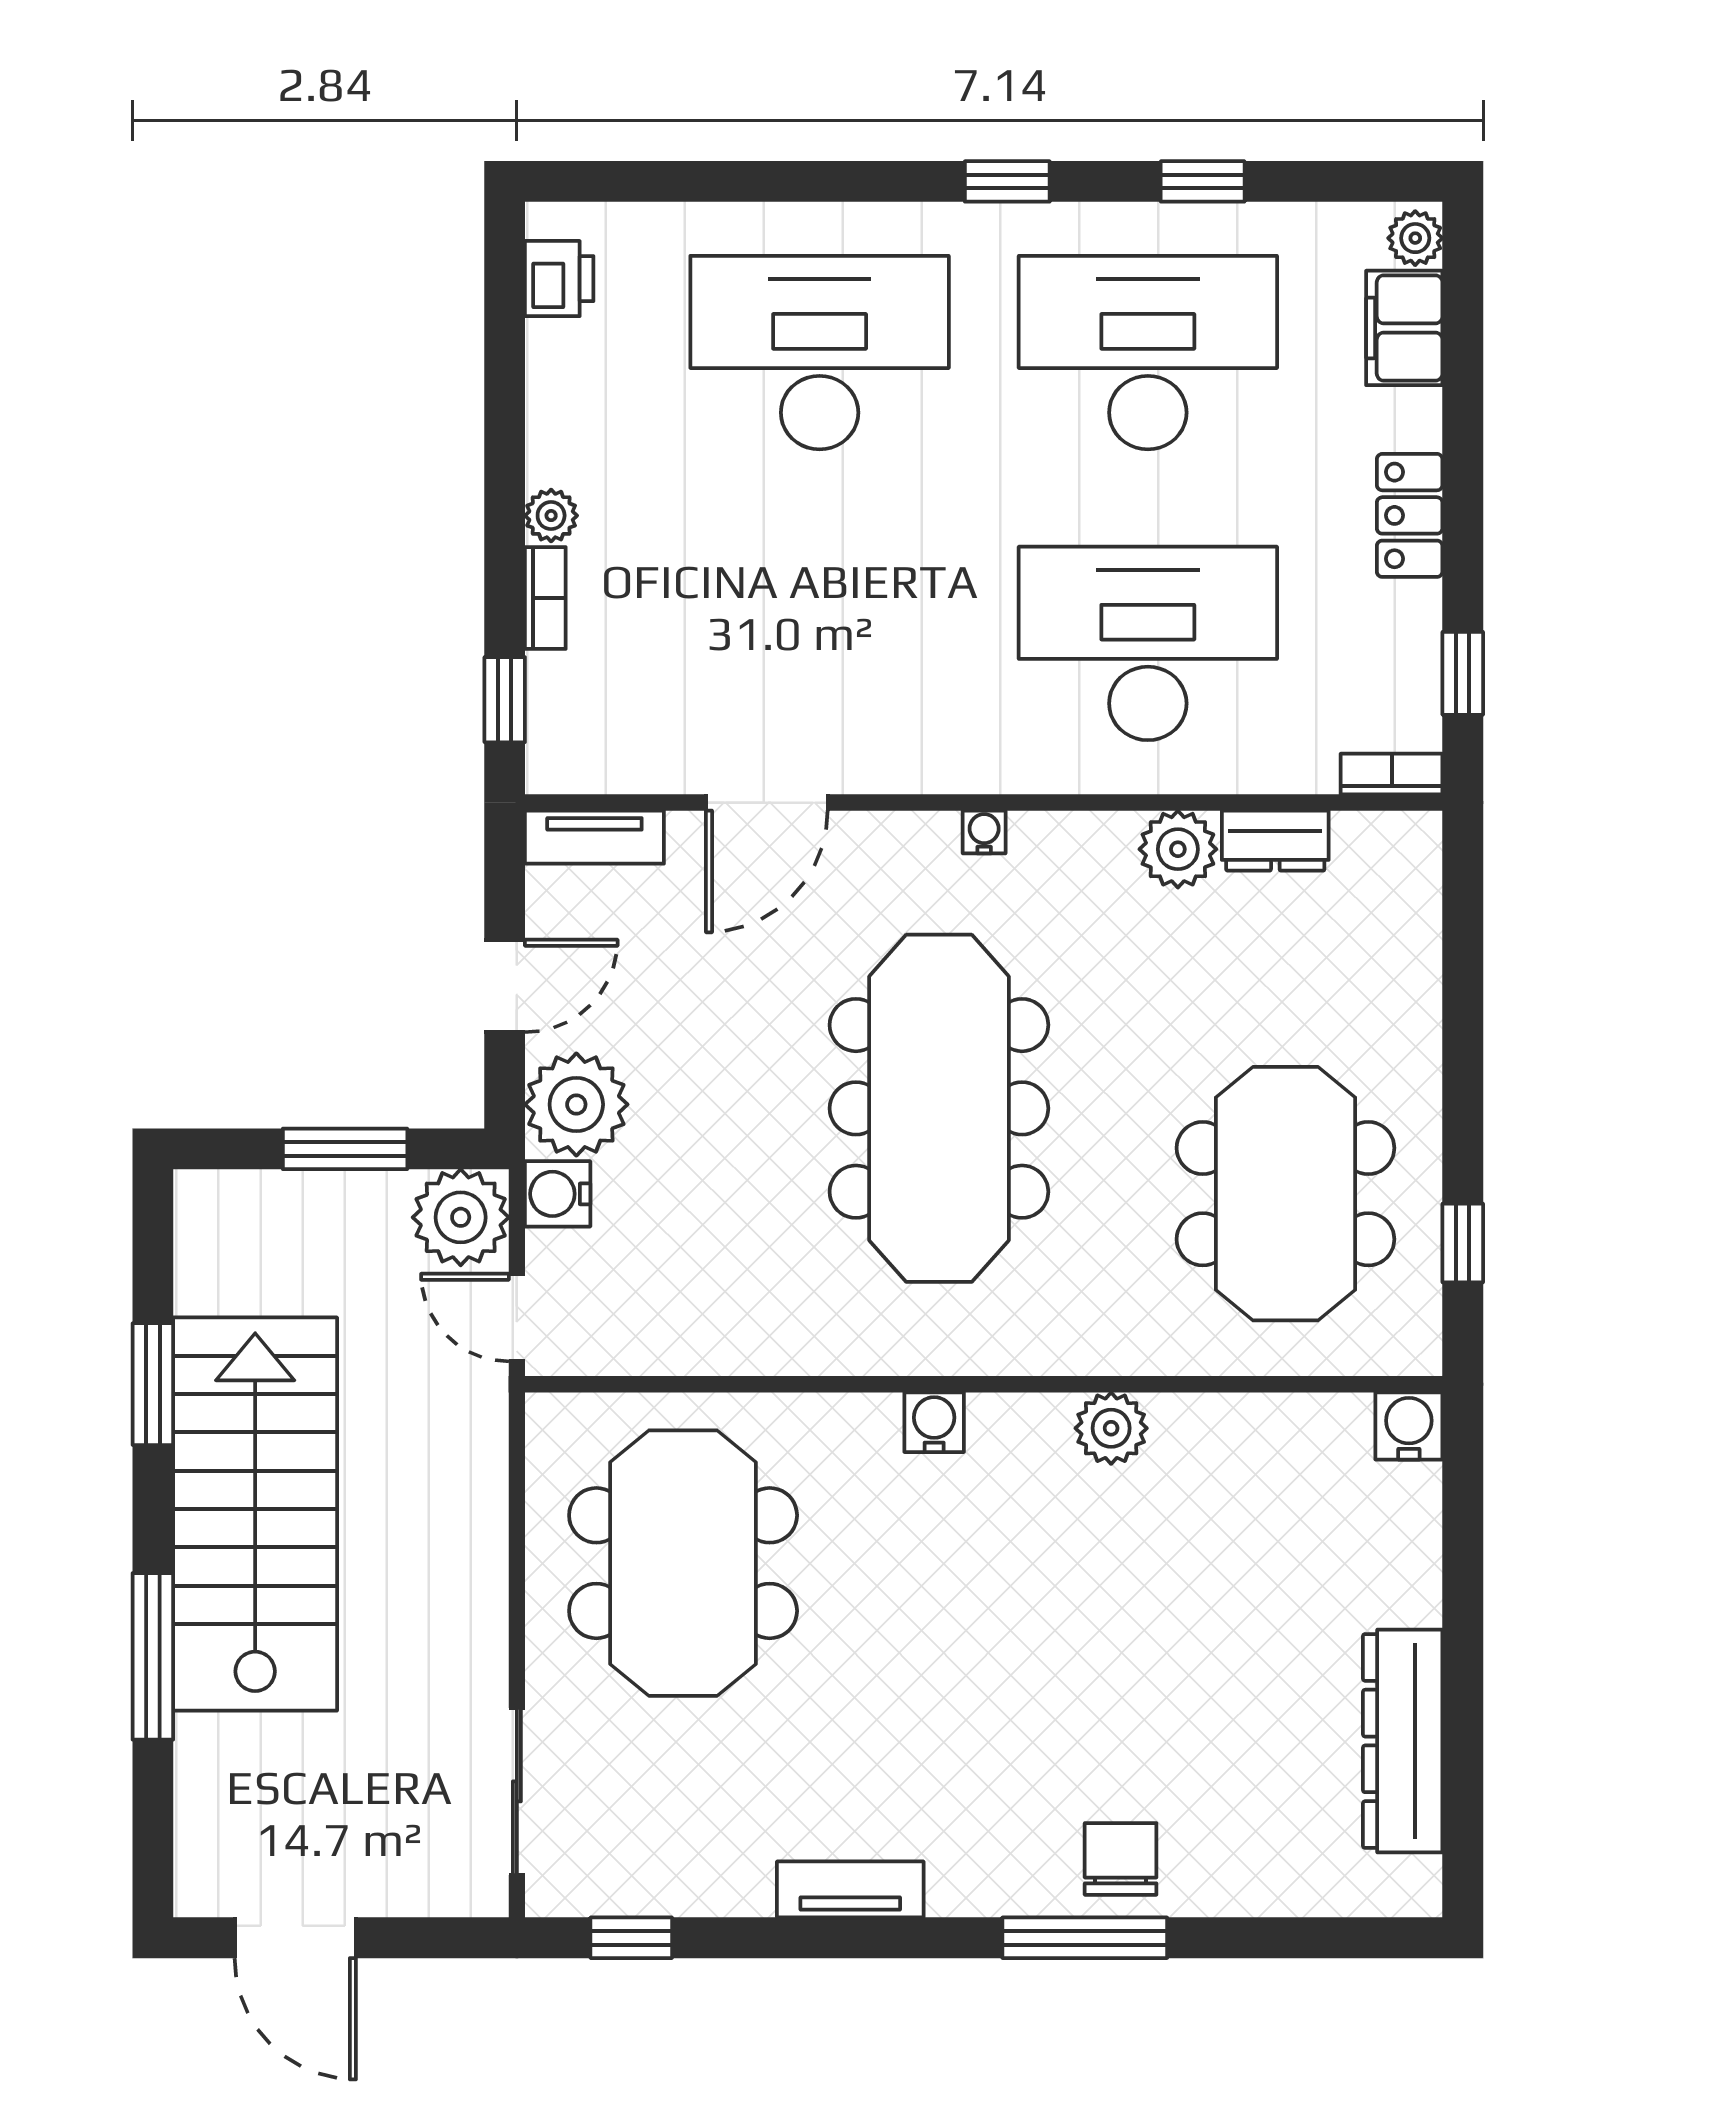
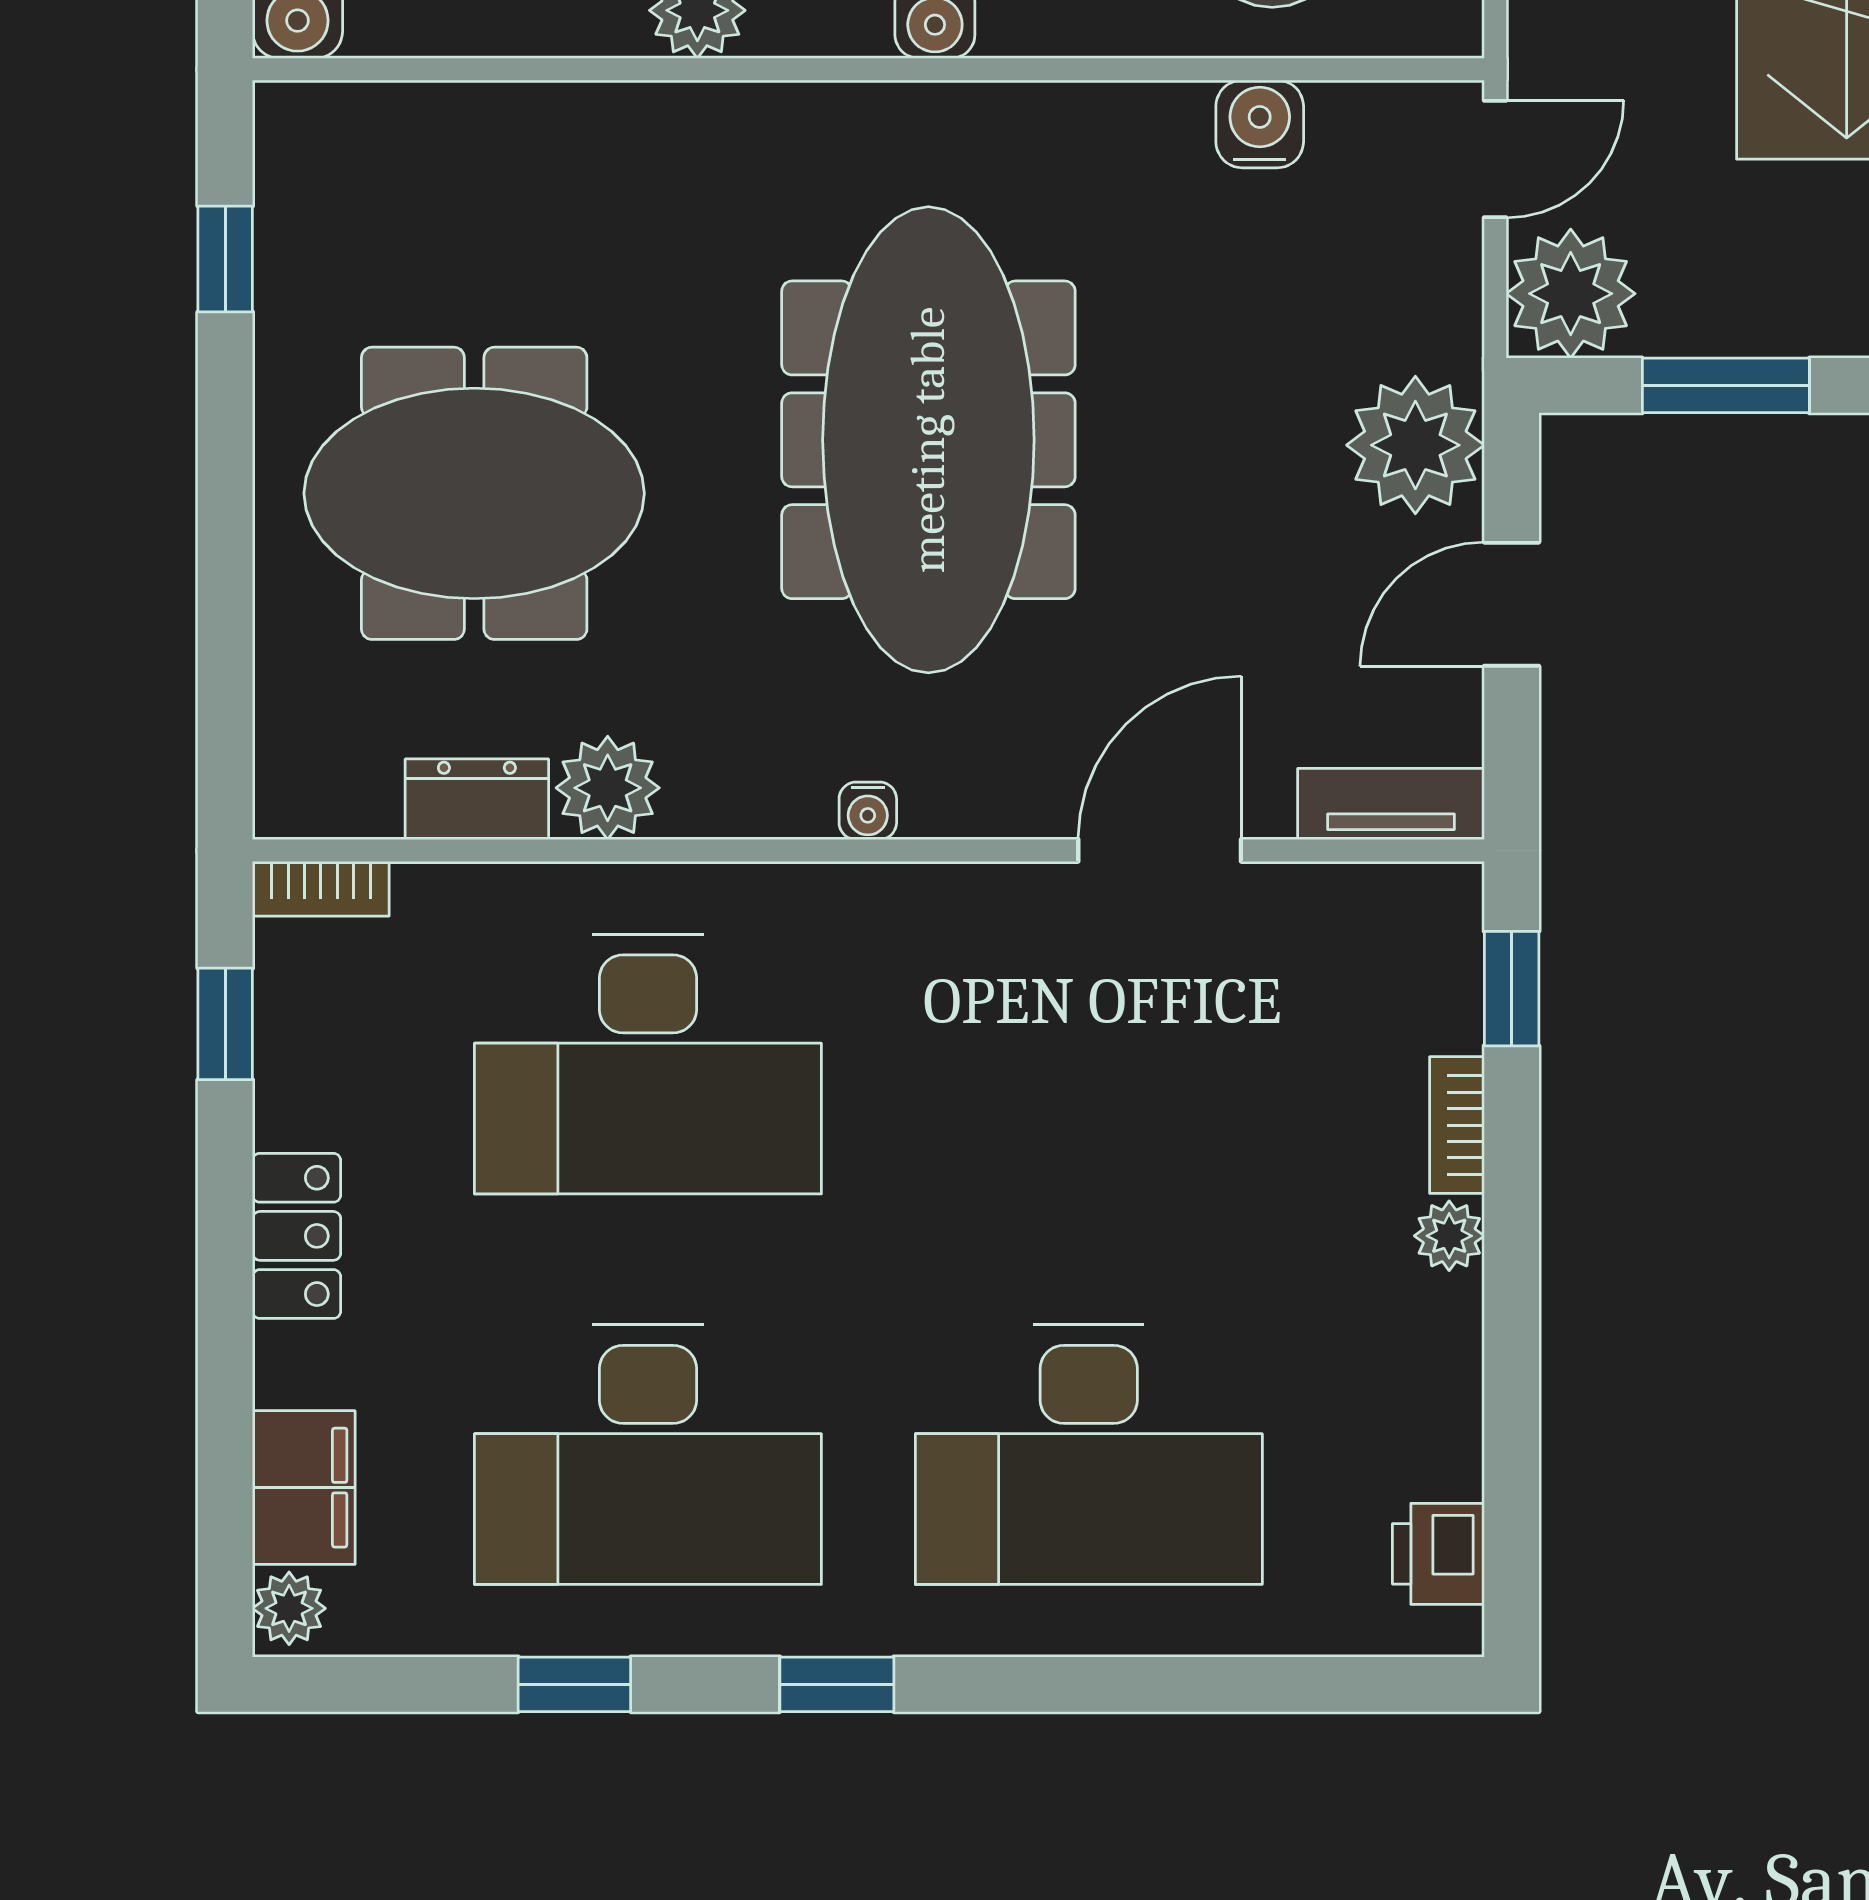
water cooler: (558, 1194) -> (1260, 124), moved, turned -90
meeting table: (1285, 1194) -> (474, 493), moved, turned 90
door: (517, 1318) -> (1495, 159), hinge flipped

